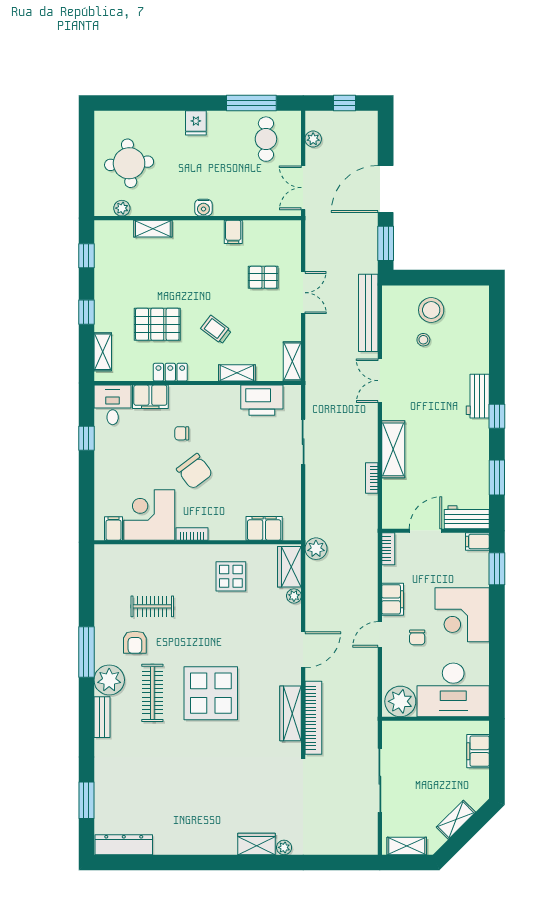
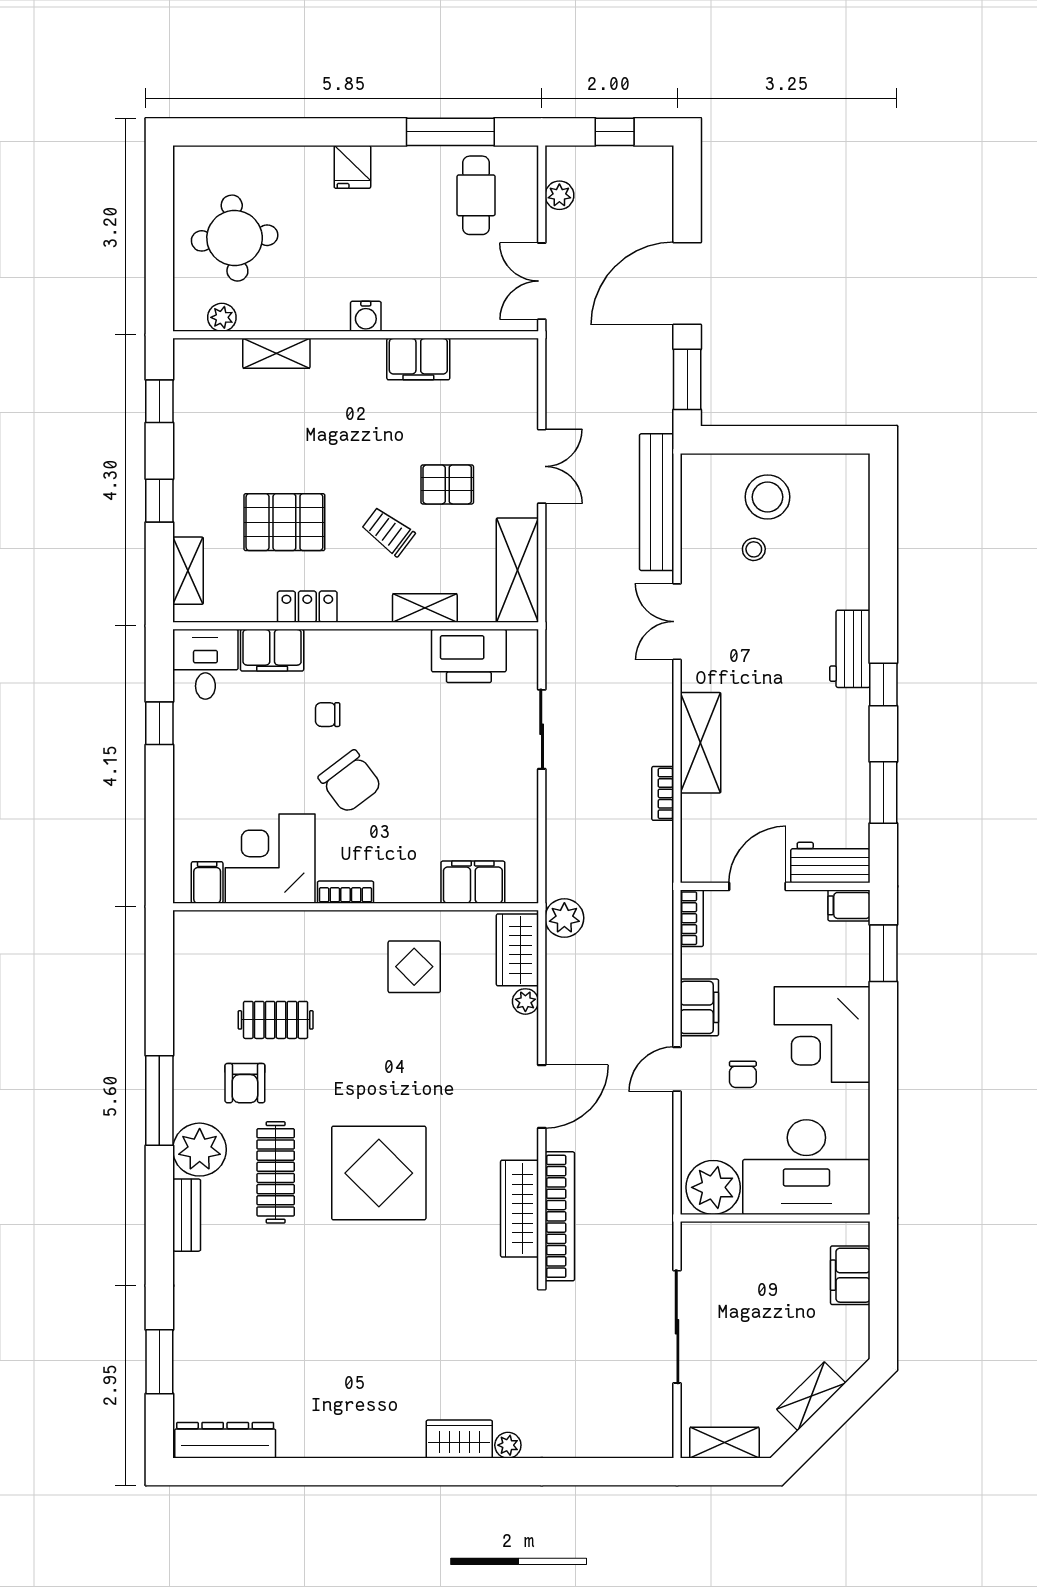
filing cabinet: (233, 232) -> (418, 359), width x2.00
pallet: (263, 277) -> (447, 484), moved
shelving: (292, 361) -> (517, 570), width x1.50, depth x1.33

